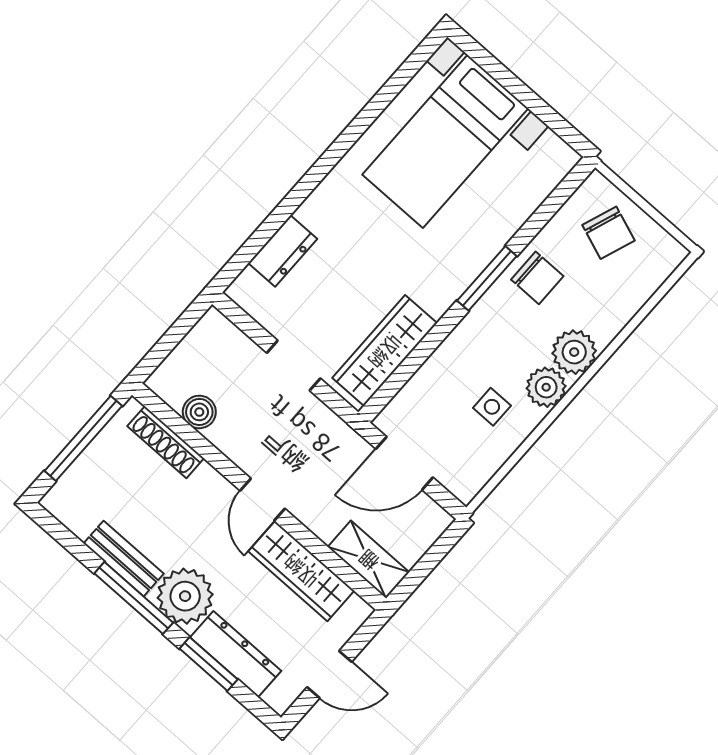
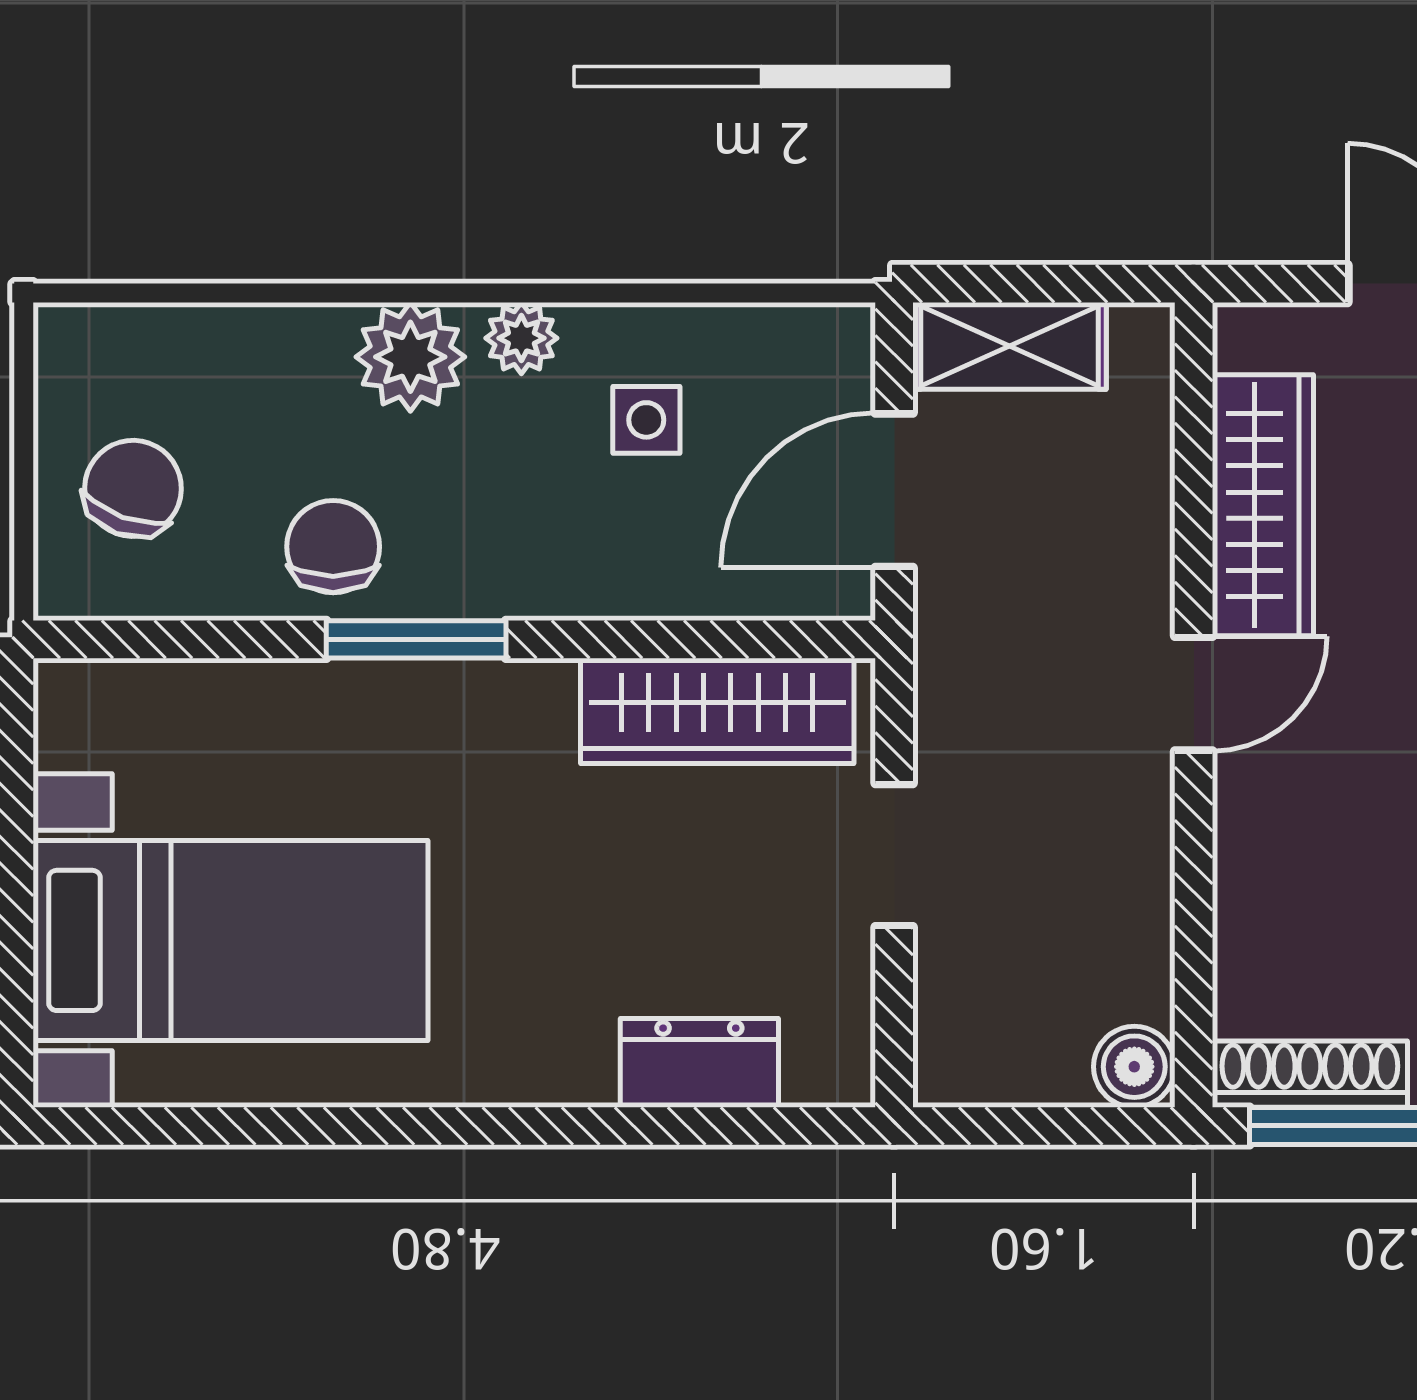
plant: (546, 387) -> (521, 338), width x0.73, depth x0.73
boiler: (199, 412) -> (1134, 1067), moved
shoe rack: (166, 442) -> (1310, 1074), moved, turned -90
door: (404, 463) -> (894, 490), swing flipped
shelving: (369, 560) -> (1009, 346), moved, turned 90

